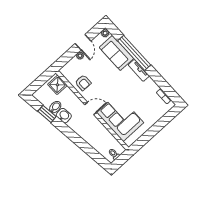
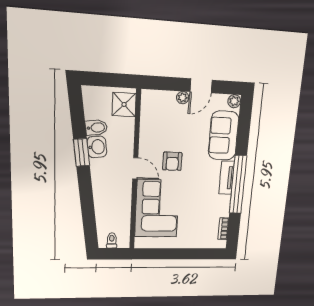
window: (134, 53) -> (238, 185), moved
armchair: (83, 83) -> (172, 161), moved
window: (47, 114) -> (81, 152), moved

